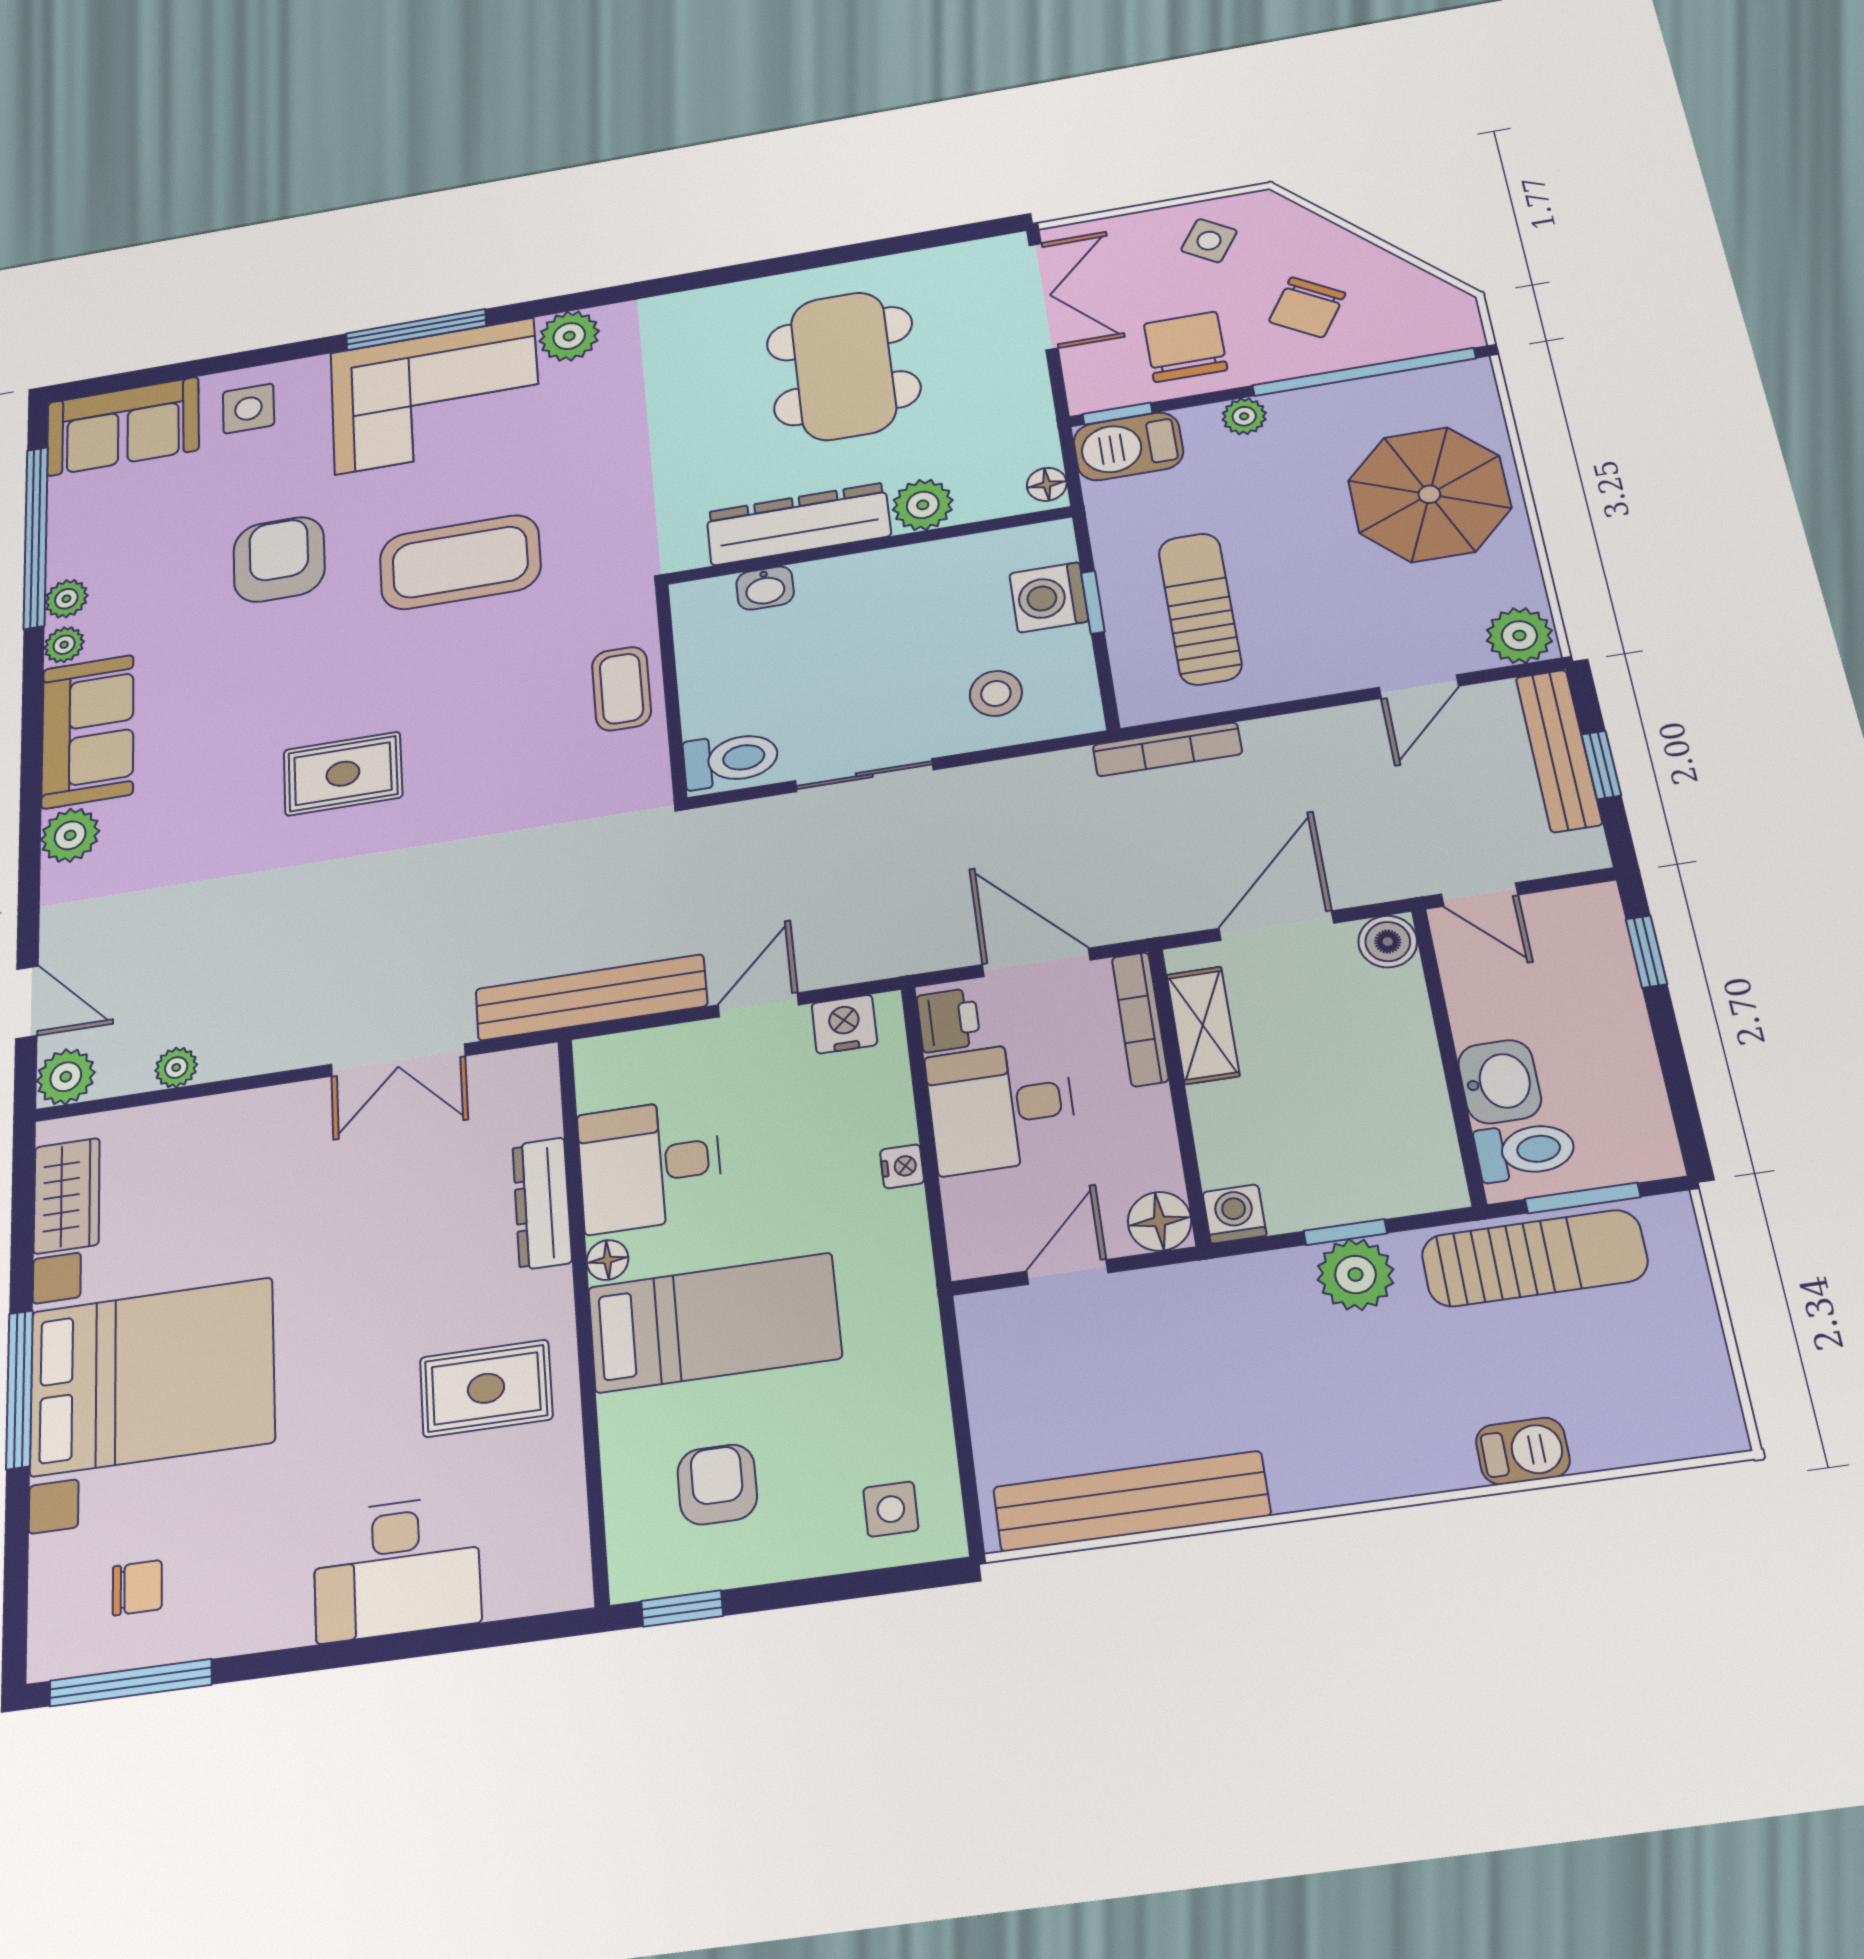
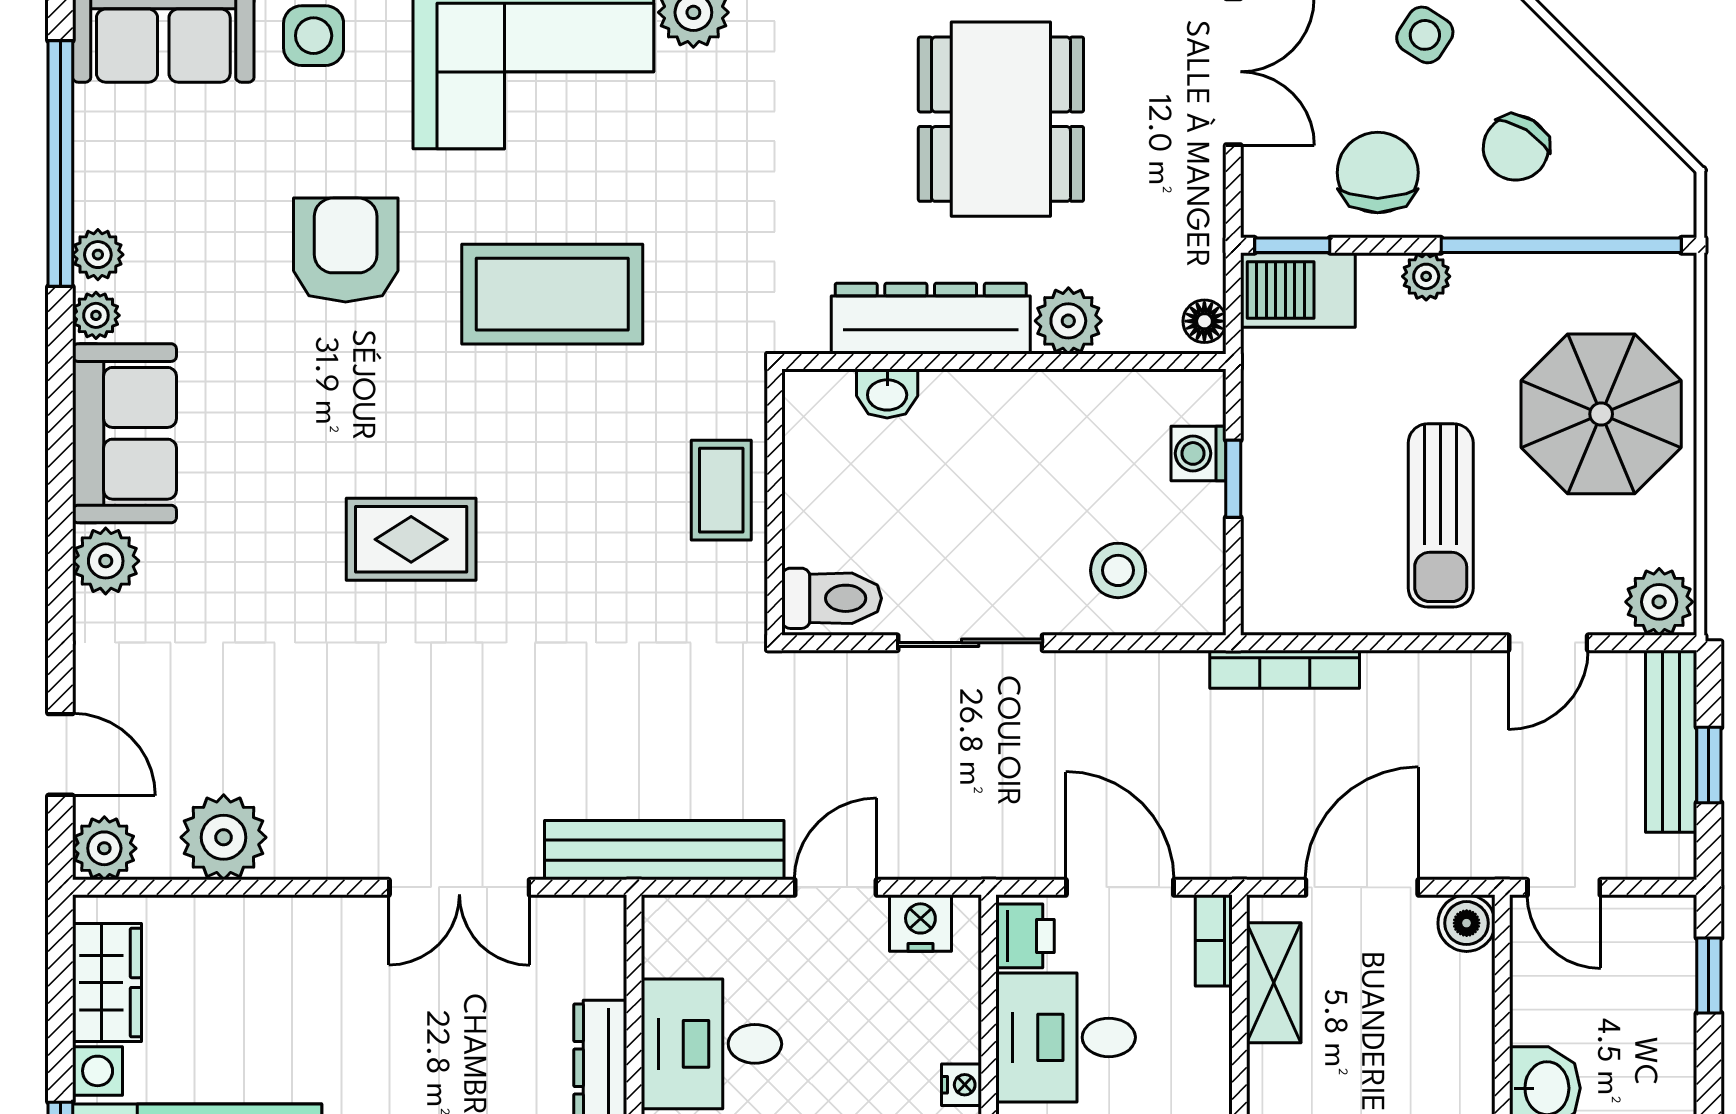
washing machine: (1049, 597) -> (1198, 453), width x0.73, depth x0.73
sun lounger: (1200, 609) -> (1441, 515), moved, turned 180
bookcase: (1140, 1019) -> (1214, 940), width x0.64
plant: (176, 1068) -> (224, 837), width x1.87, depth x1.87

